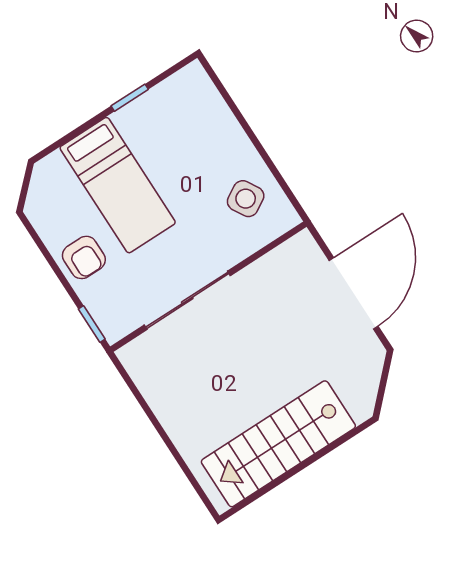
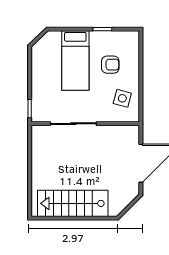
side table: (246, 199) -> (122, 98), turned 45
armchair: (84, 257) -> (110, 65), moved, turned -90

